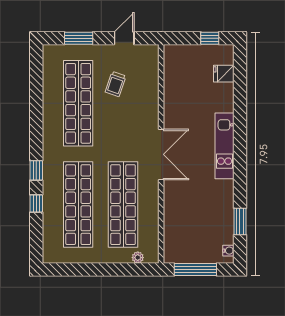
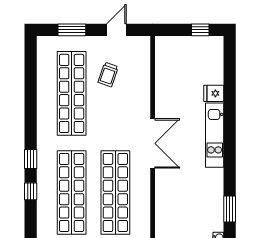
fridge: (224, 74) -> (214, 93), moved

